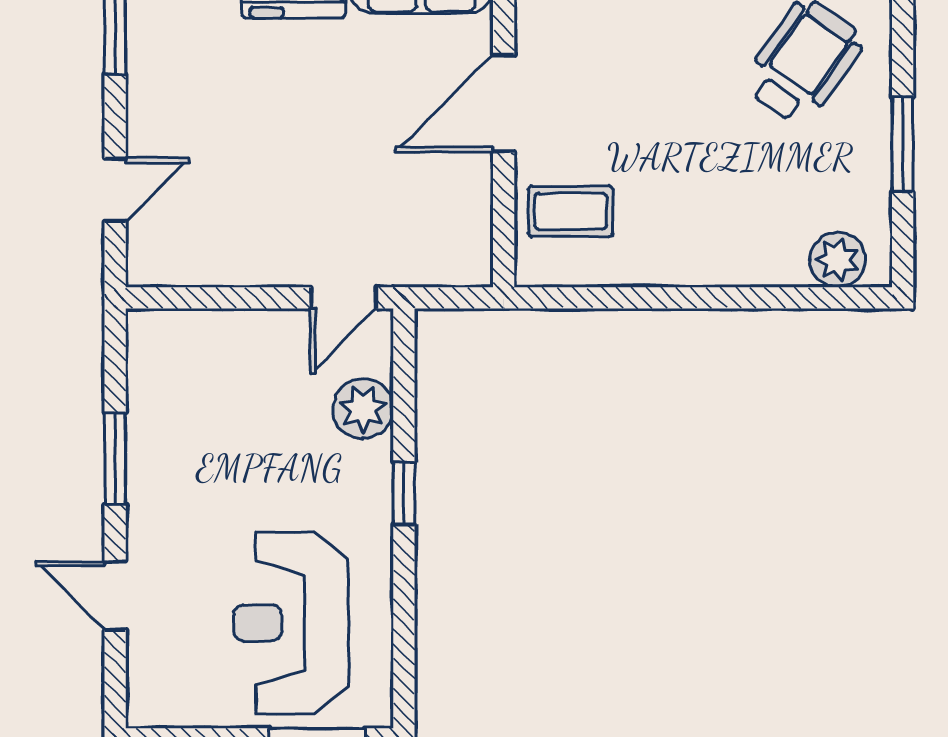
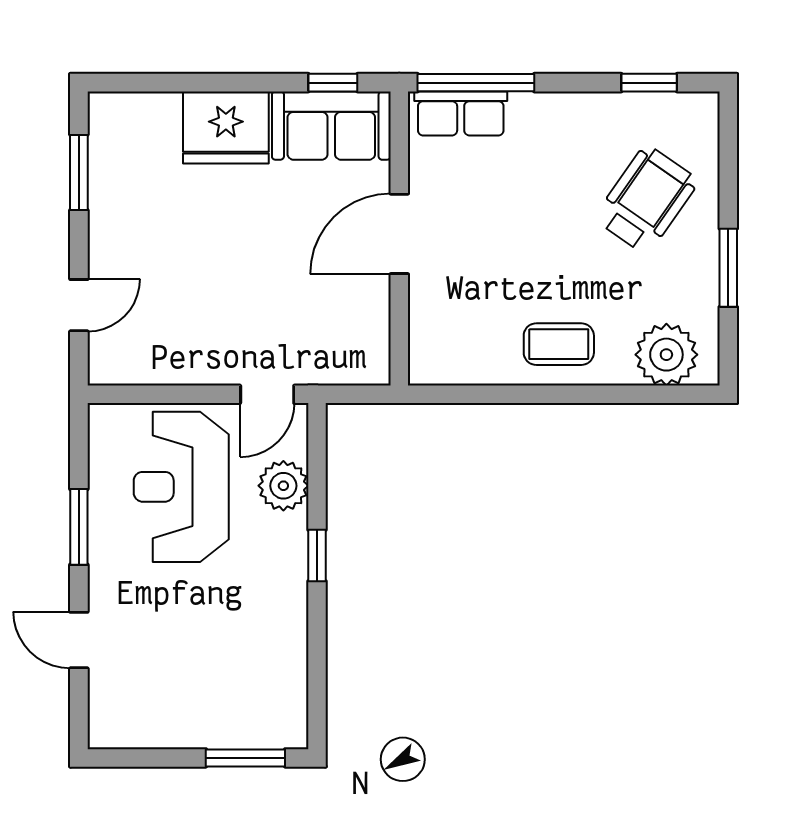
coffee table: (571, 211) -> (559, 344), moved
plant: (838, 260) -> (666, 355), width x1.36, depth x1.36
reception desk: (291, 623) -> (181, 487), moved

